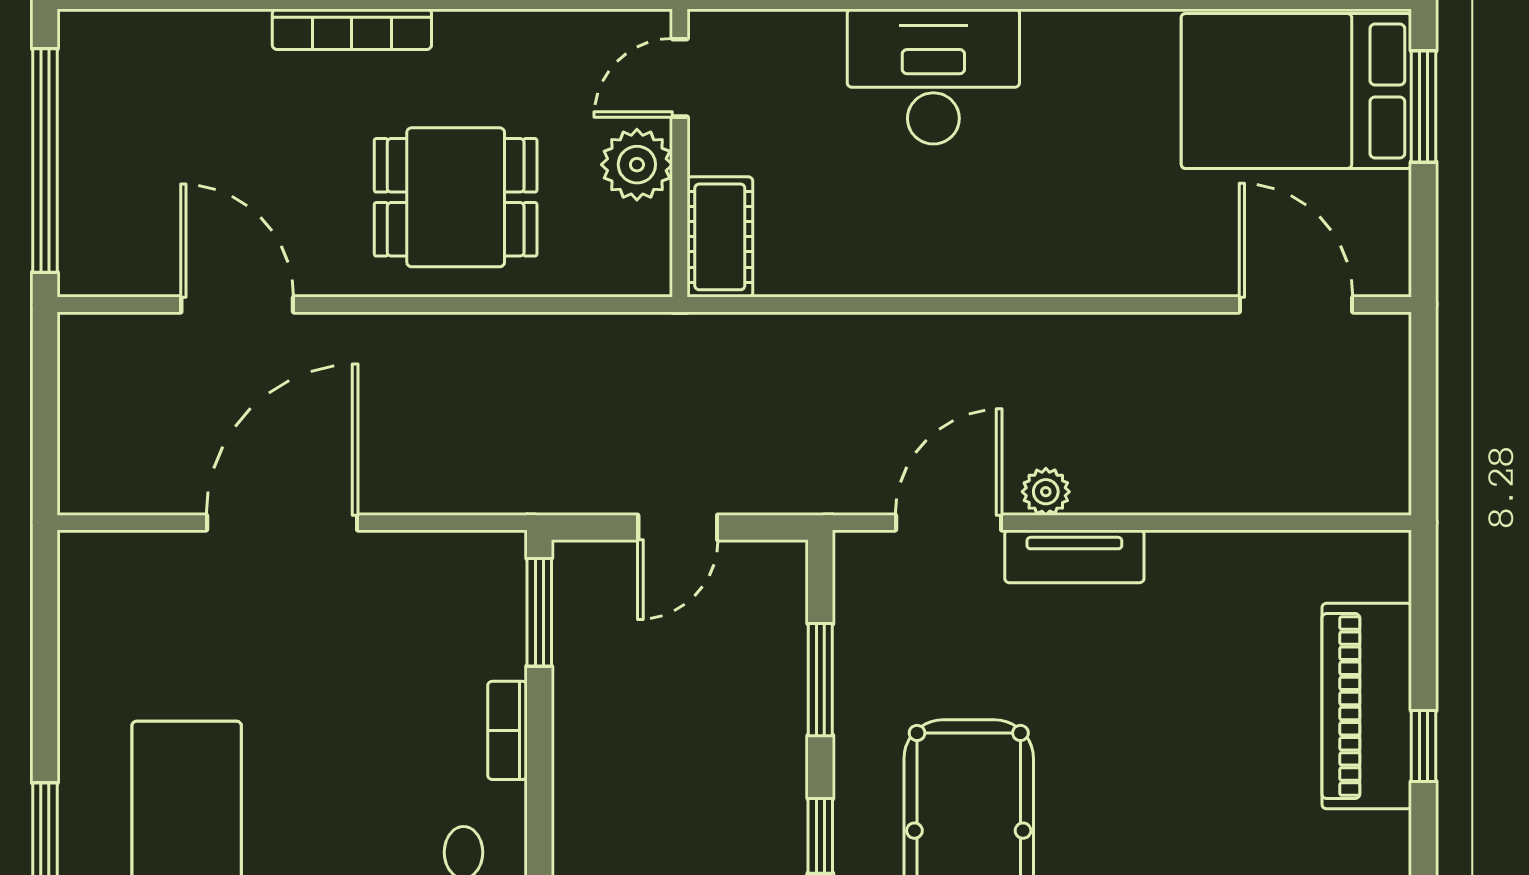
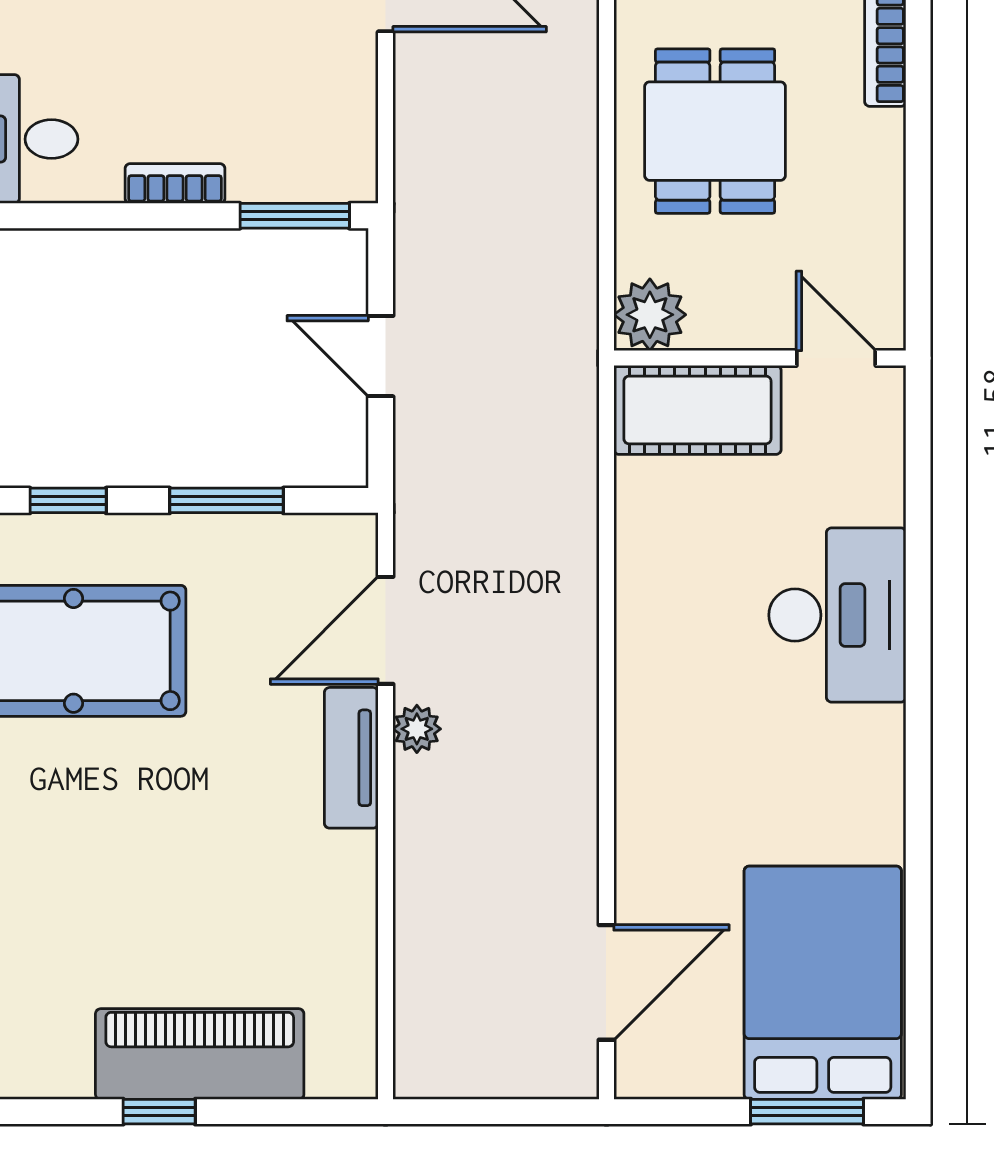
plant: (637, 165) -> (650, 315), moved
cot: (720, 237) -> (697, 410), width x1.37, depth x1.34
door: (949, 523) -> (386, 630), swing flipped

